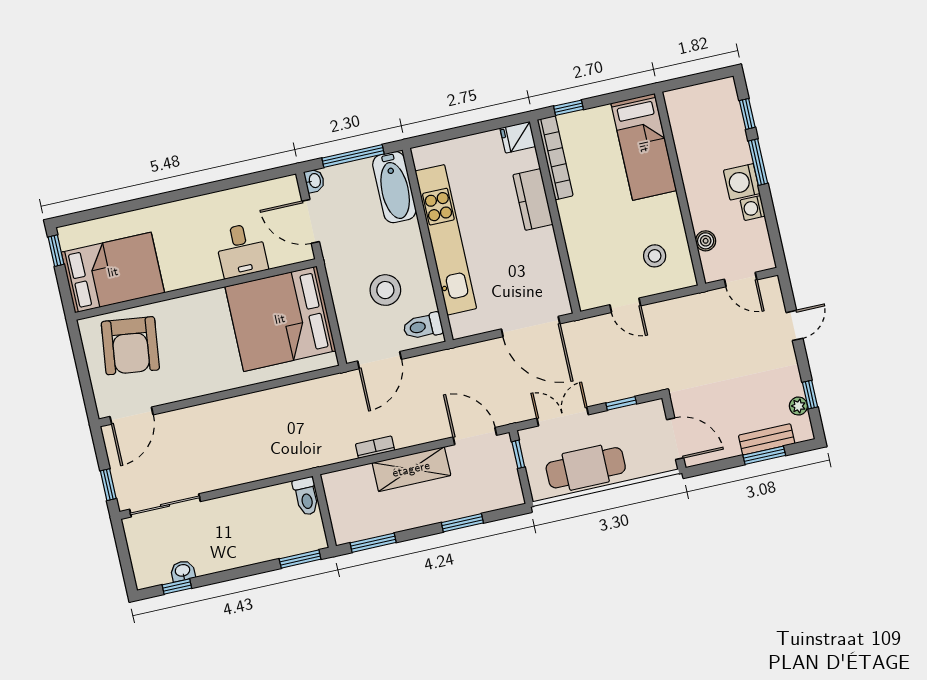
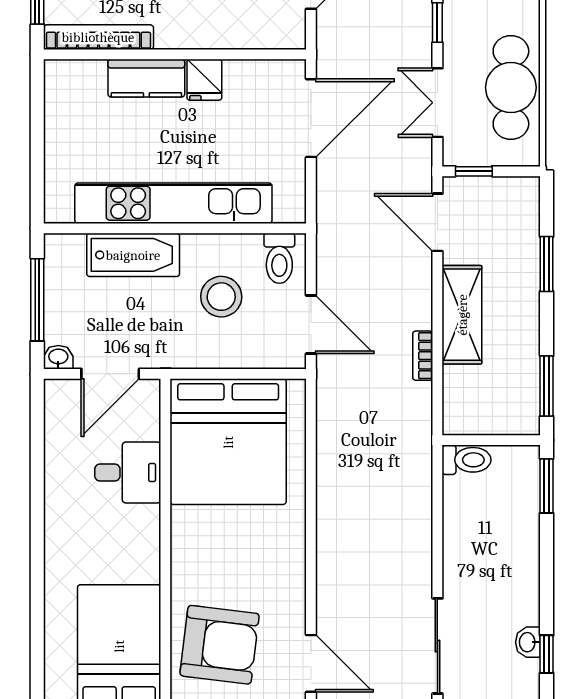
fridge: (518, 137) -> (204, 80), moved
bathtub: (394, 187) -> (133, 255), moved
door: (475, 436) -> (437, 222), hinge flipped

